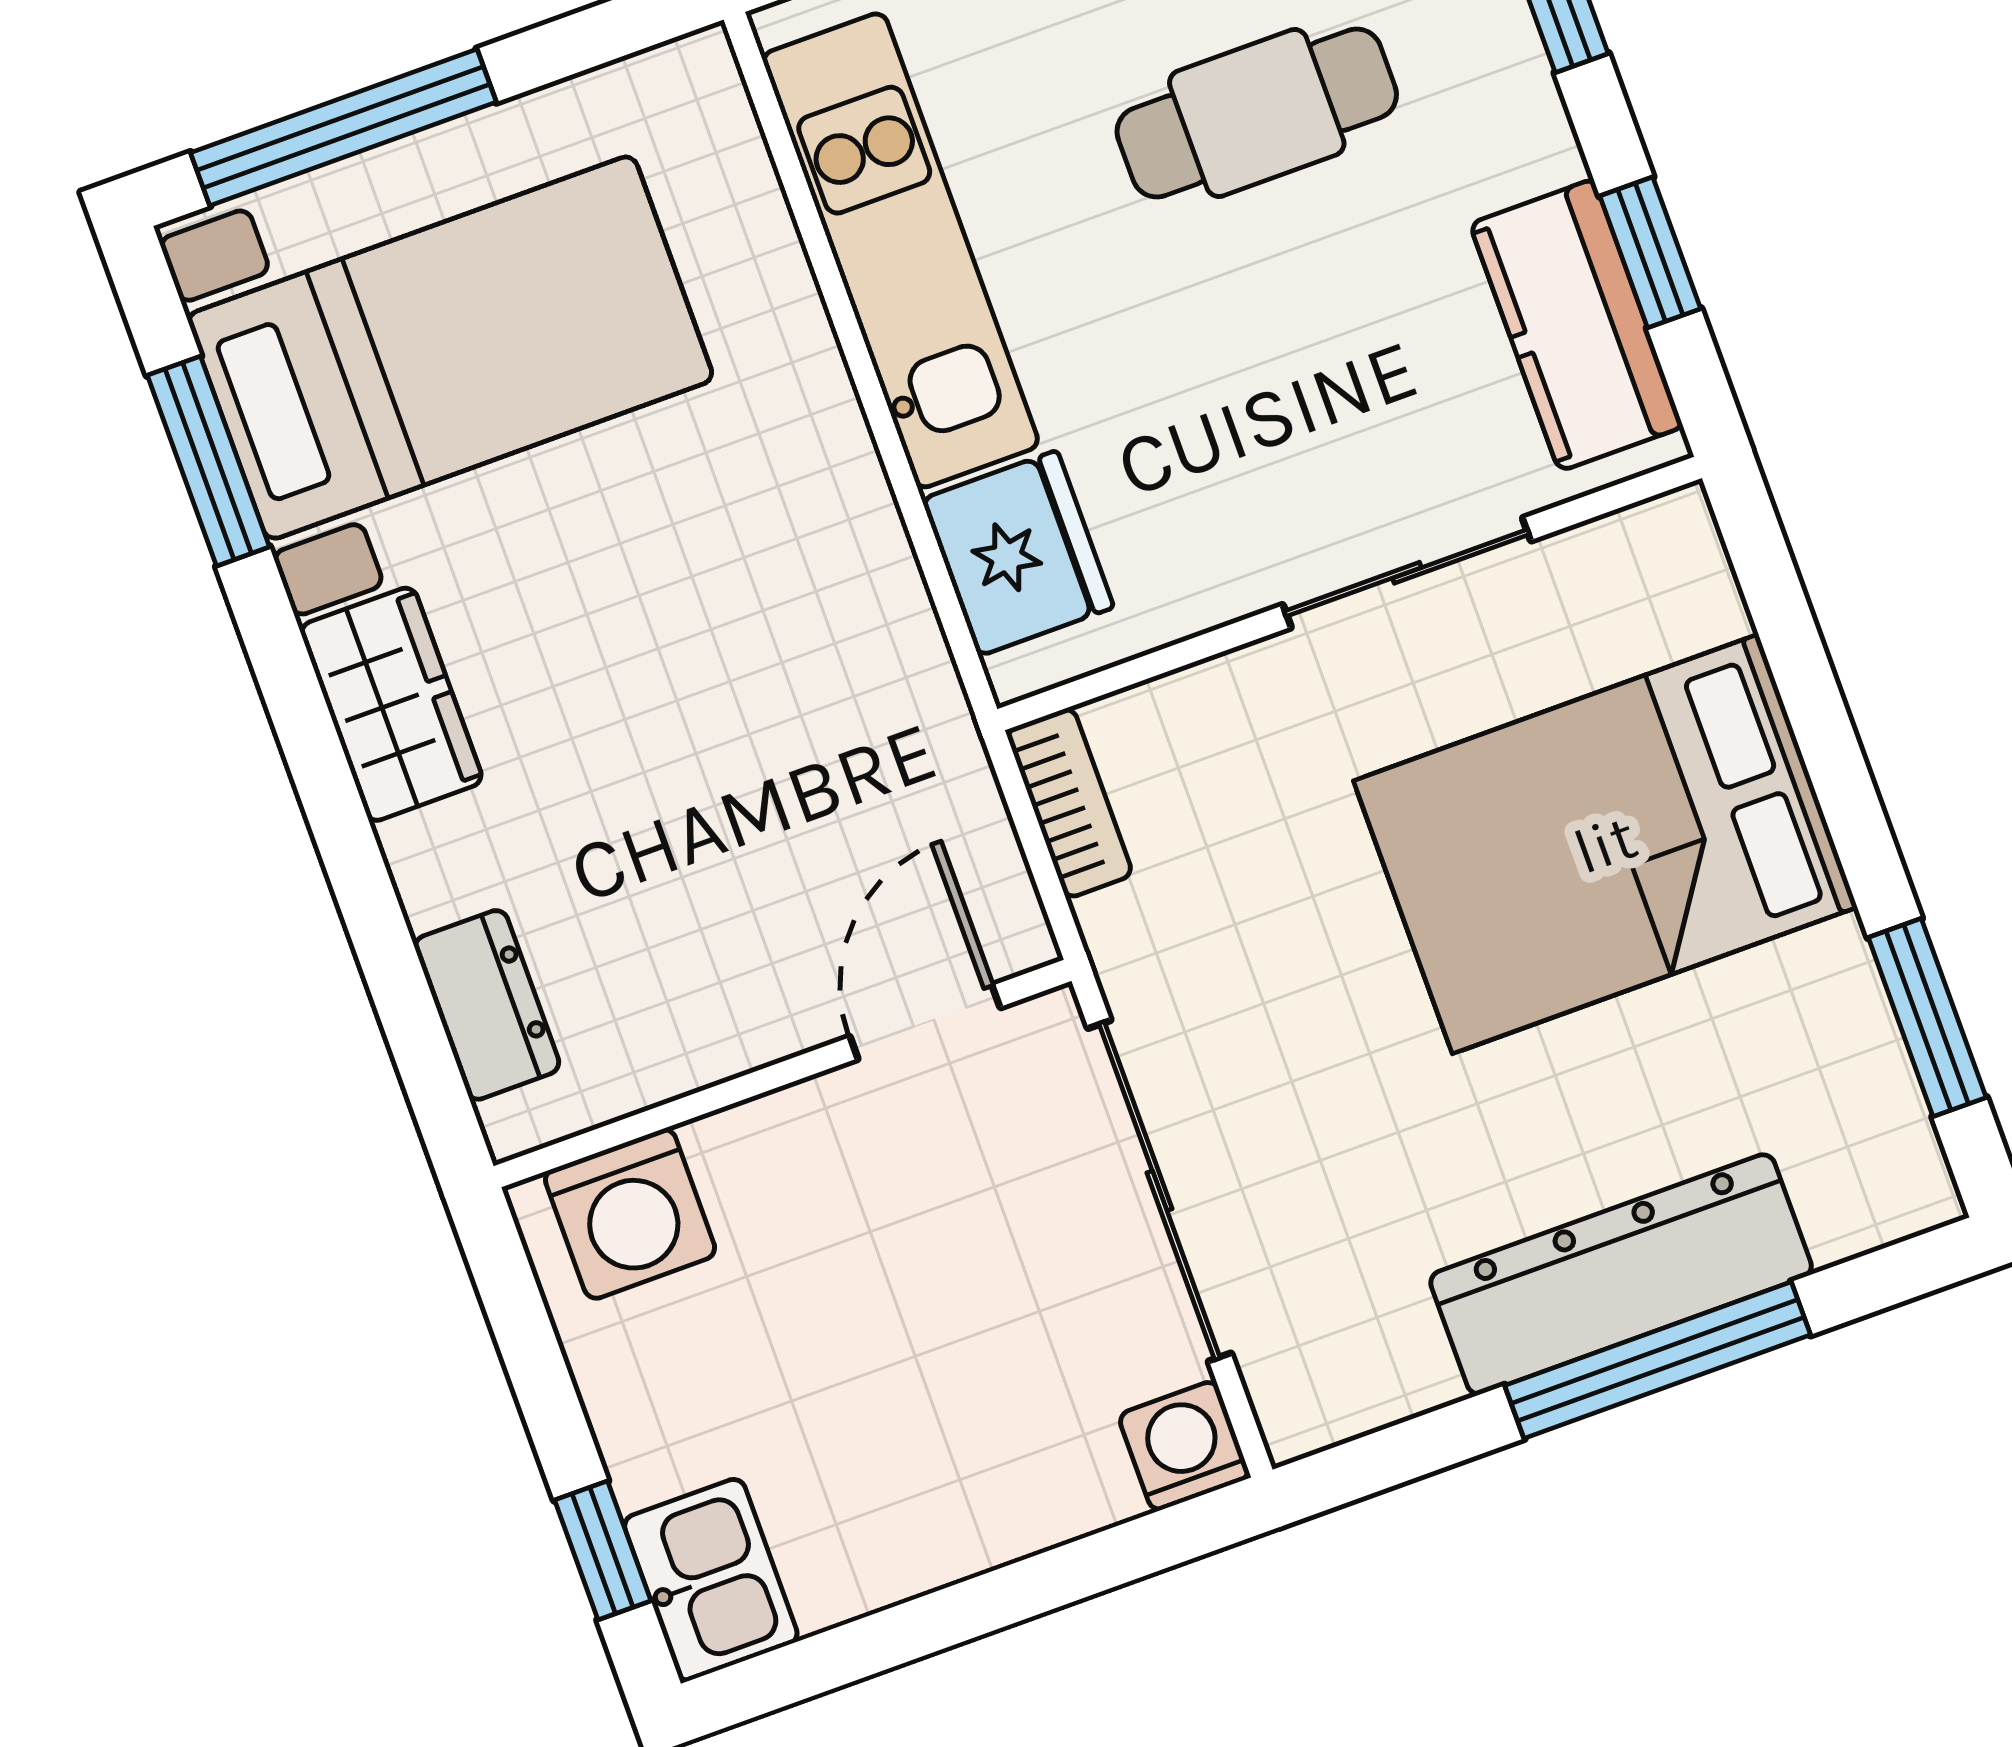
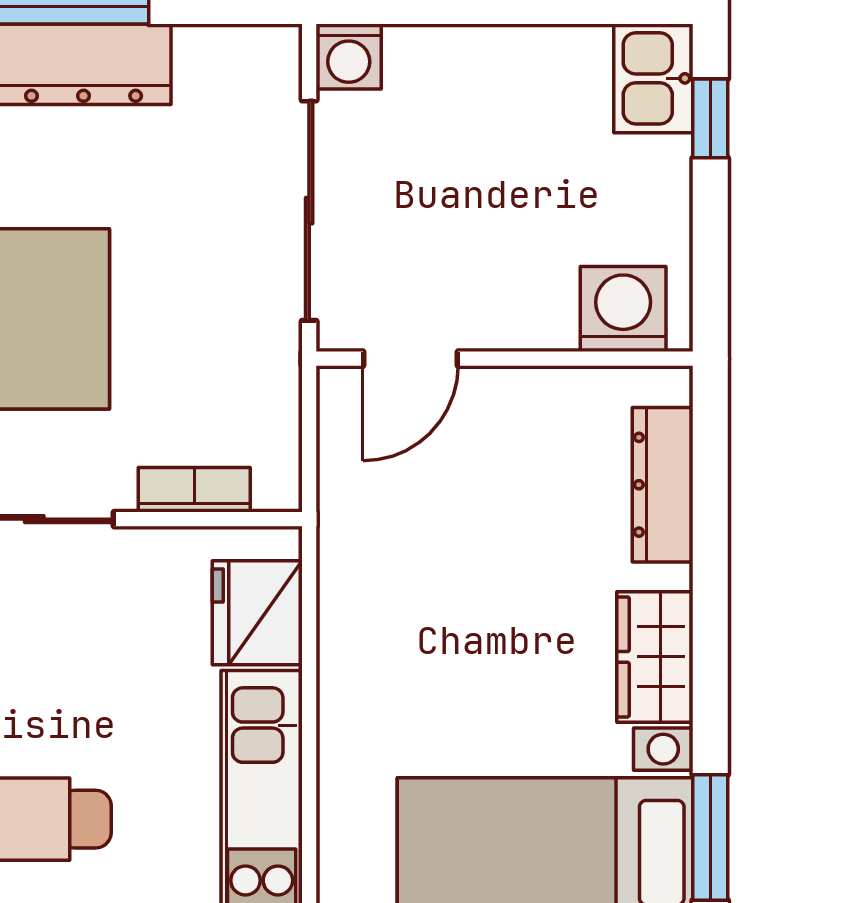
bookcase: (1069, 803) -> (194, 490), moved, turned 90
dresser: (487, 1005) -> (663, 485), width x1.44

